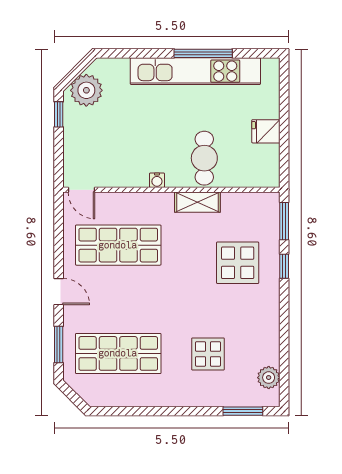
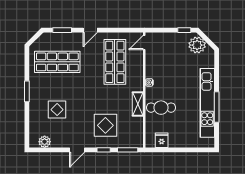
fridge: (266, 131) -> (162, 140), moved
door: (284, 316) -> (77, 150), added
shop shelf: (118, 353) -> (57, 62), turned 90
window: (243, 411) -> (27, 91), moved

